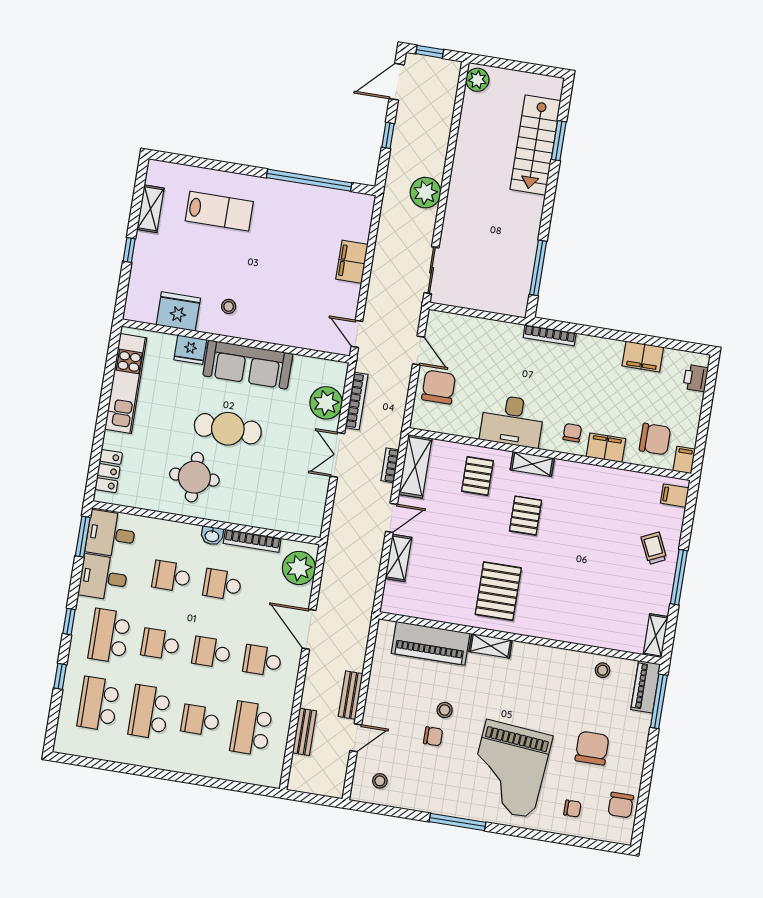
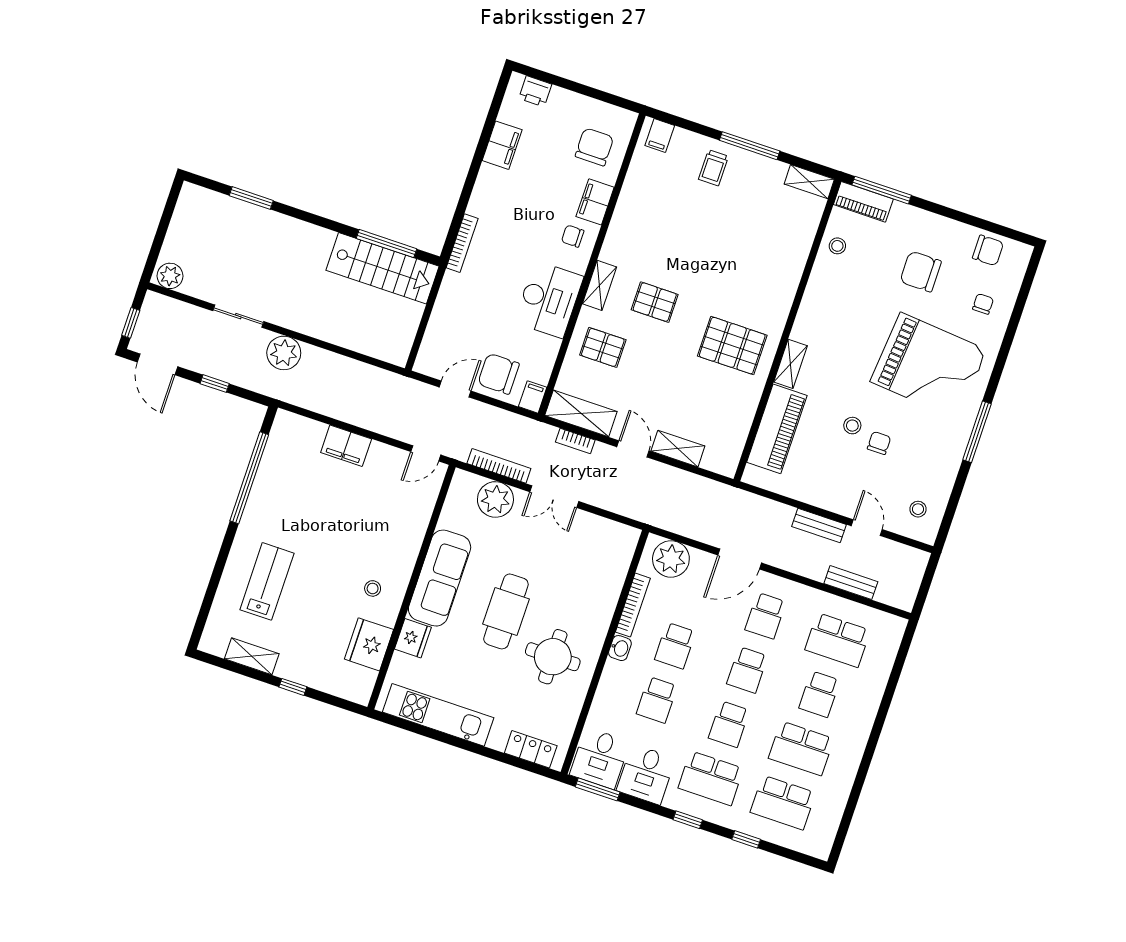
stairs: (535, 145) -> (382, 268), moved
sliding door: (432, 270) -> (238, 316), moved
filing cabinet: (684, 460) -> (533, 397), moved, turned 90
trolley: (654, 548) -> (713, 168), turned -65

